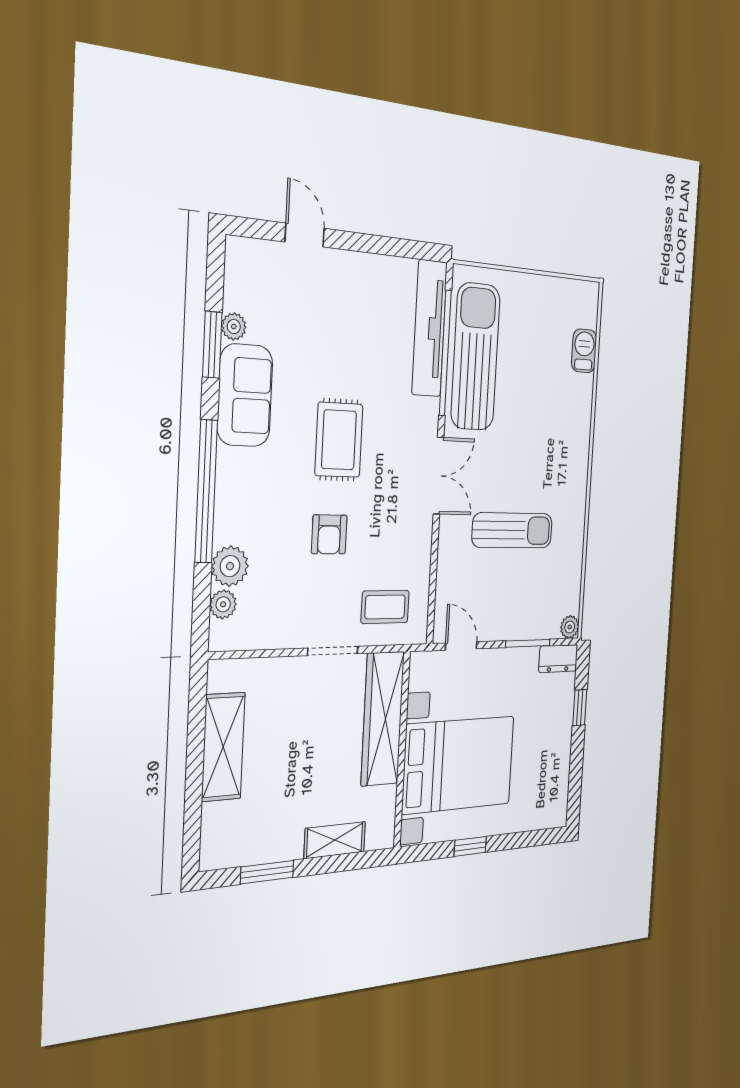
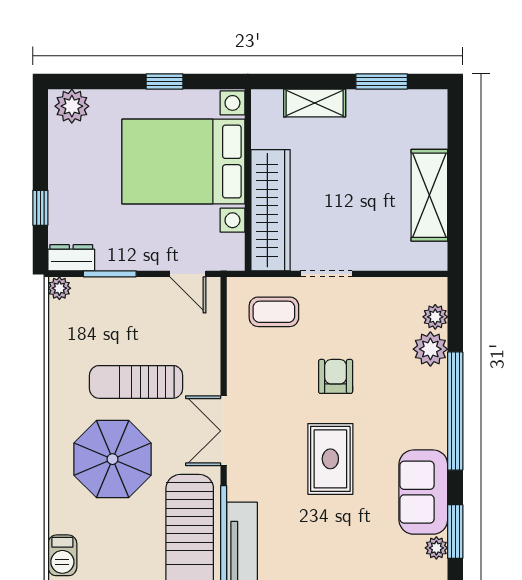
parasol: (537, 449) -> (113, 459), added
plant: (549, 812) -> (72, 106), added

